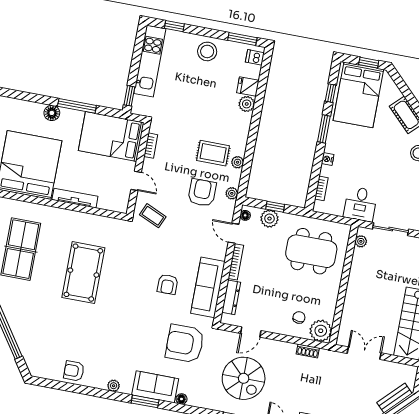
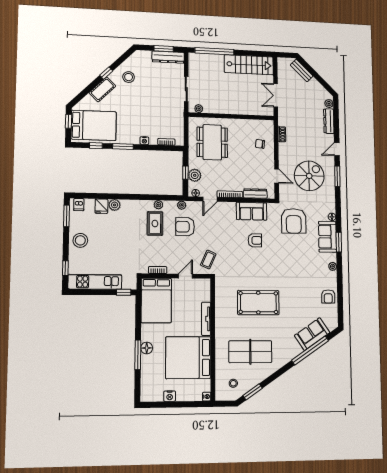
window: (77, 106) -> (138, 355), moved
desk: (360, 204) -> (172, 113), removed
sofa: (208, 287) -> (252, 211), width x0.73
plant: (321, 331) -> (266, 127), removed
sofa: (28, 338) -> (312, 334), added

